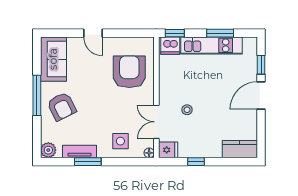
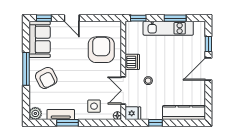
window: (59, 33) -> (44, 18), added
dishwasher: (170, 46) -> (132, 62), moved, turned -90
kitchen counter: (240, 149) -> (184, 113), width x1.50

